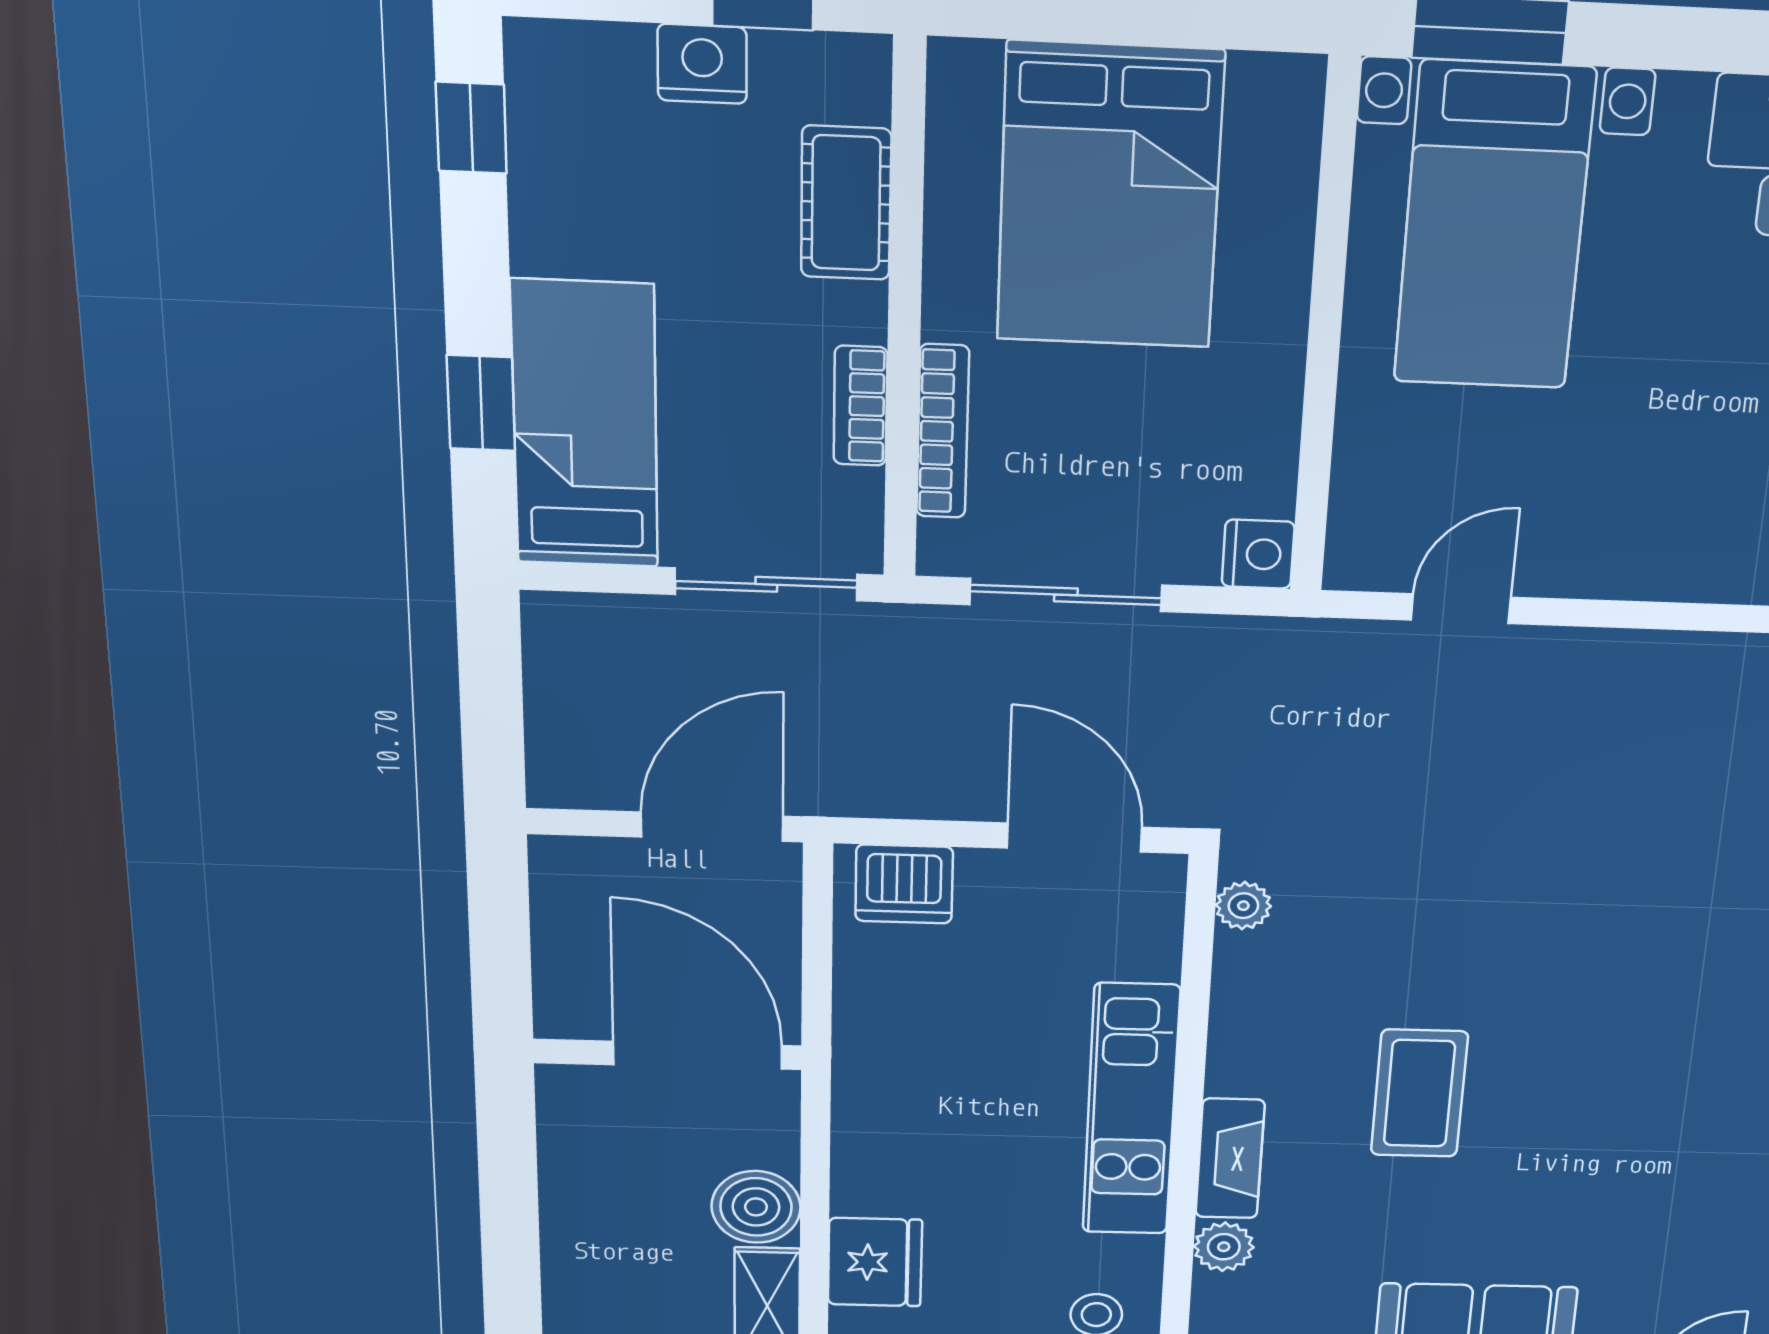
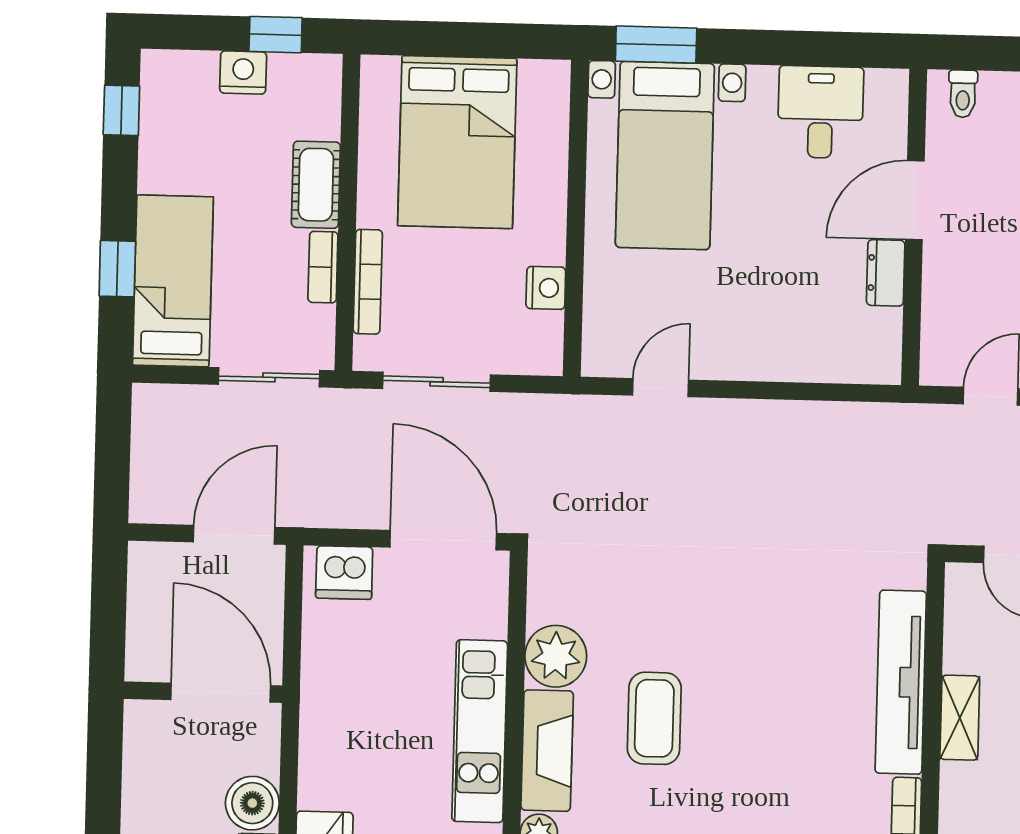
cot: (846, 203) -> (316, 185), moved
nightstand: (1258, 554) -> (546, 288), moved
door: (1074, 838) -> (443, 540), width x1.36
plant: (1243, 906) -> (556, 656), moved, width x1.88, depth x1.88
fireplace: (1230, 1159) -> (547, 751), width x1.37, depth x1.32

